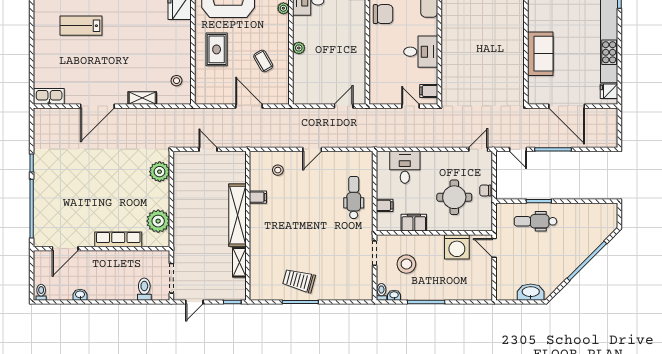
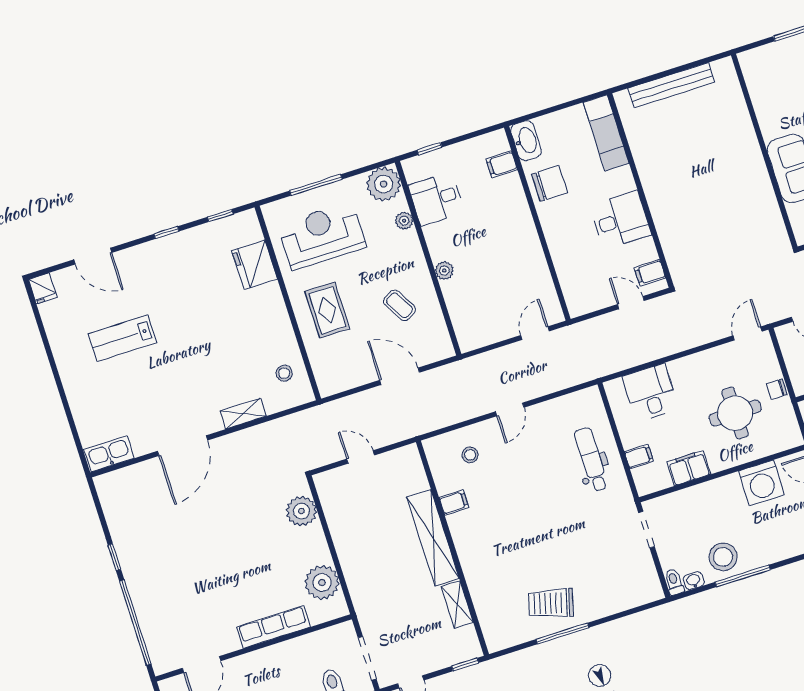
stool: (406, 264) -> (723, 557), moved

